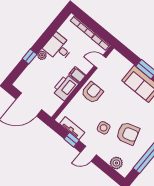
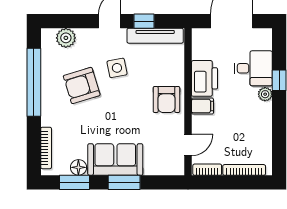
desk: (58, 47) -> (253, 68), moved
tv unit: (72, 128) -> (155, 36), width x1.41

